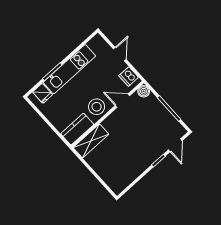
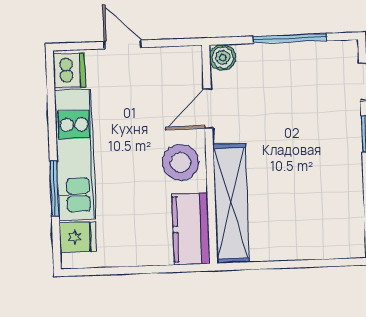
dishwasher: (129, 76) -> (69, 71), moved, turned -90
shelving: (91, 141) -> (231, 203), width x1.47

